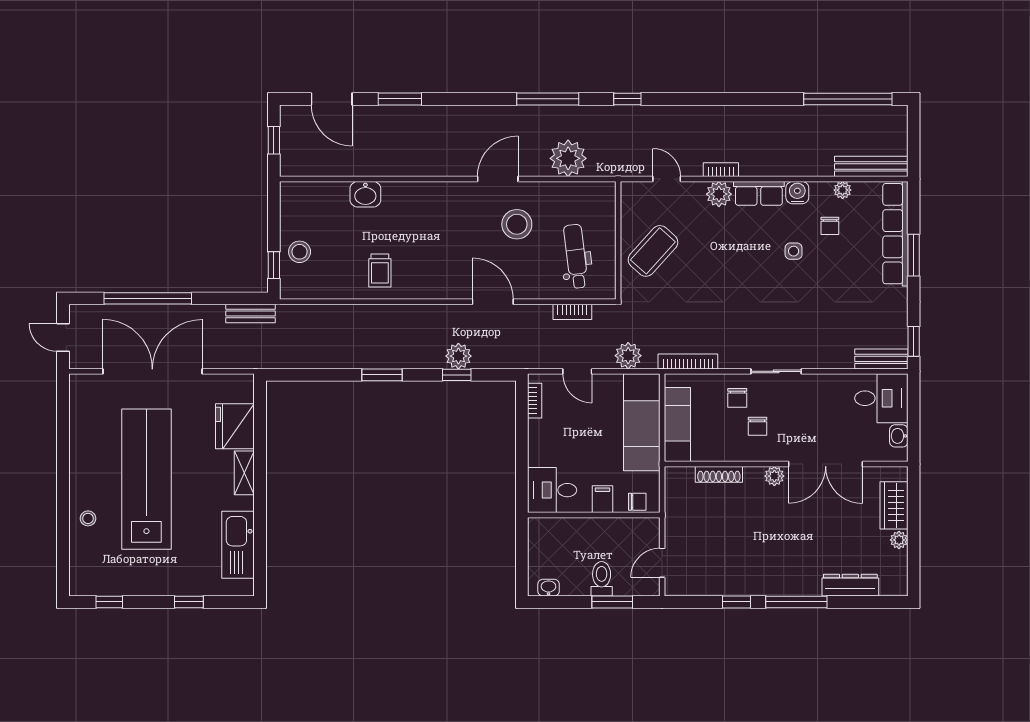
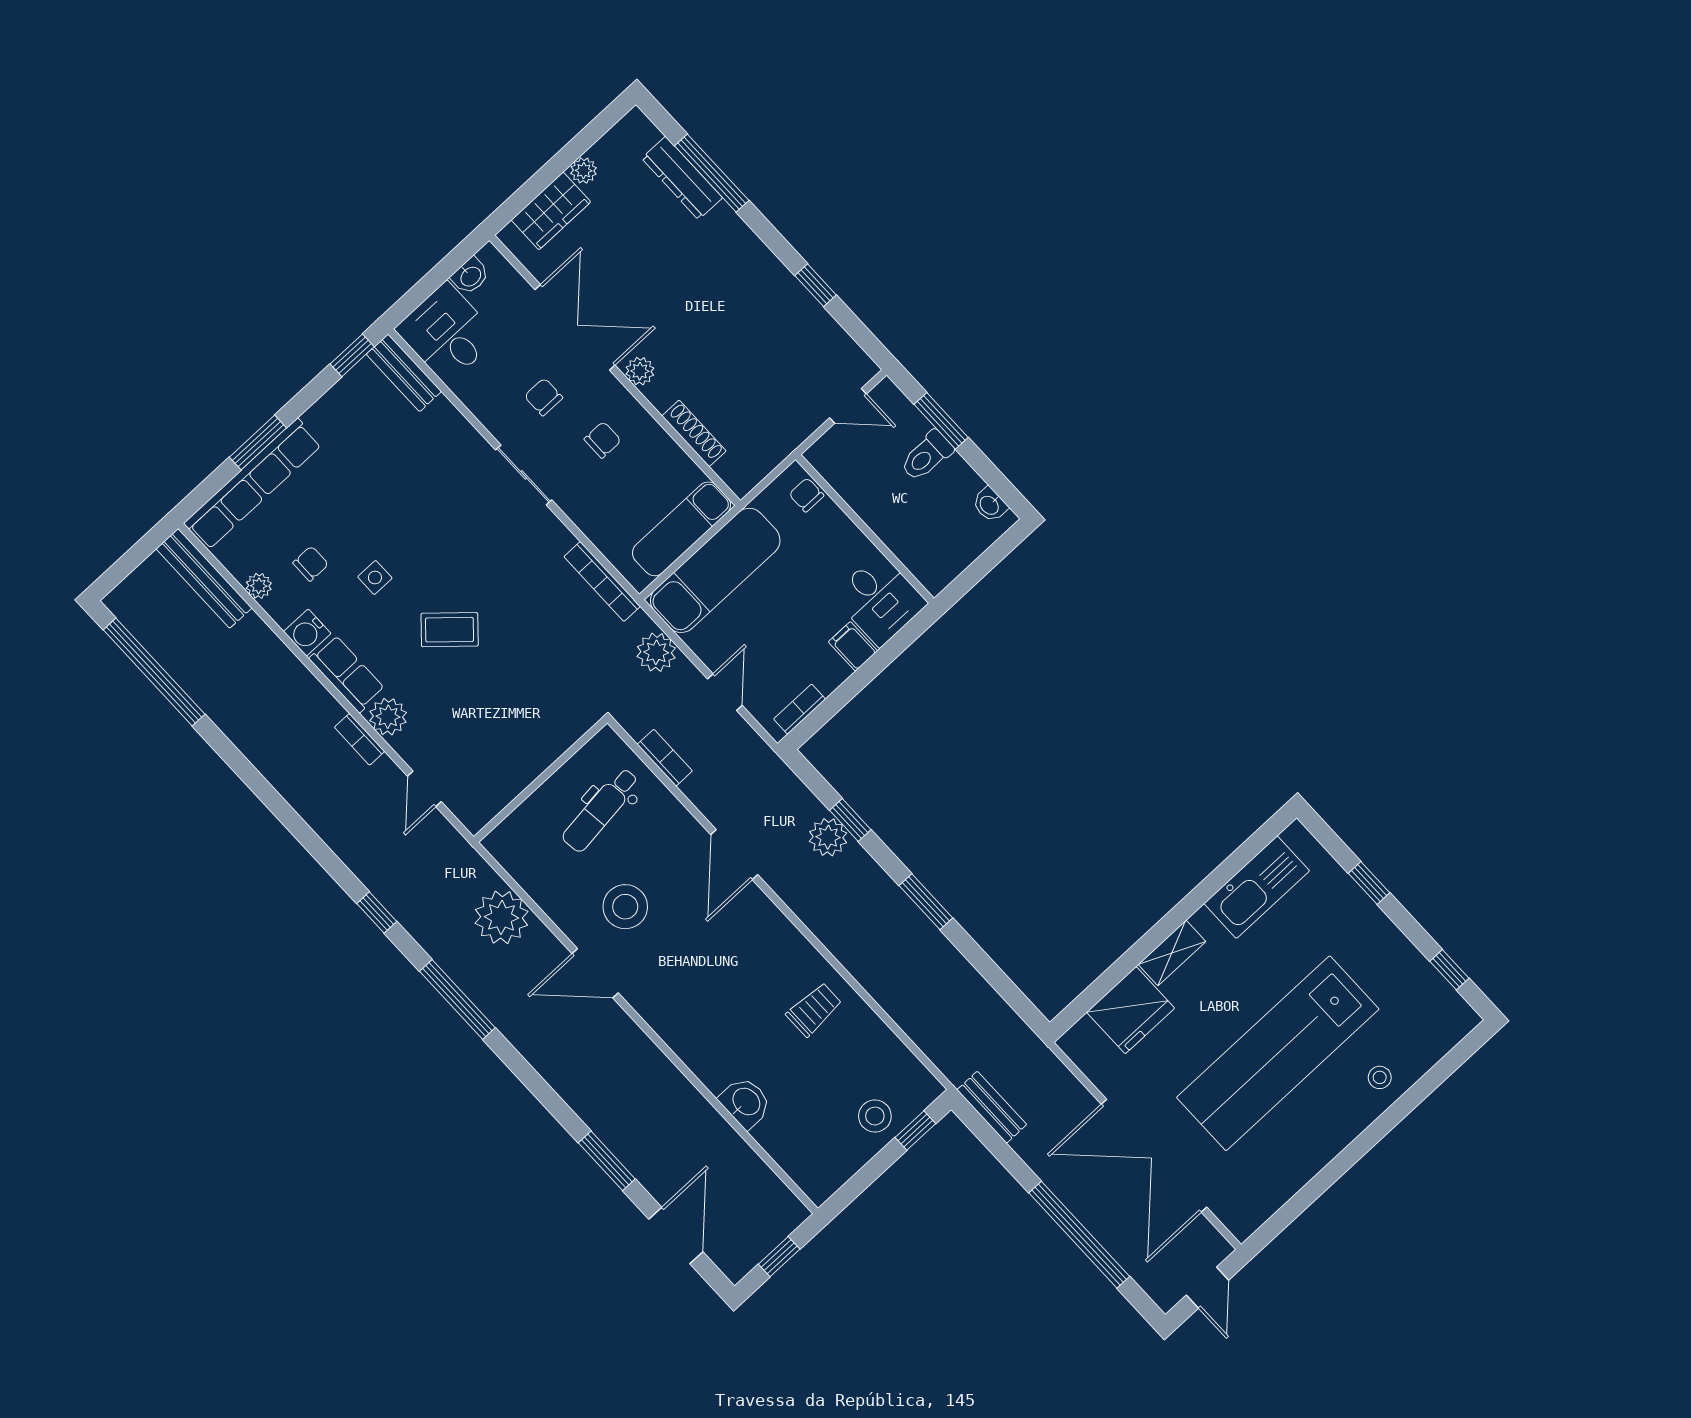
coffee table: (653, 251) -> (450, 630), moved, width x0.73, depth x0.77
chair: (737, 398) -> (543, 397), moved, turned -90
filing cabinet: (602, 499) -> (853, 646), moved, turned 90
window: (796, 602) -> (712, 173), moved

